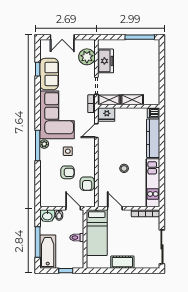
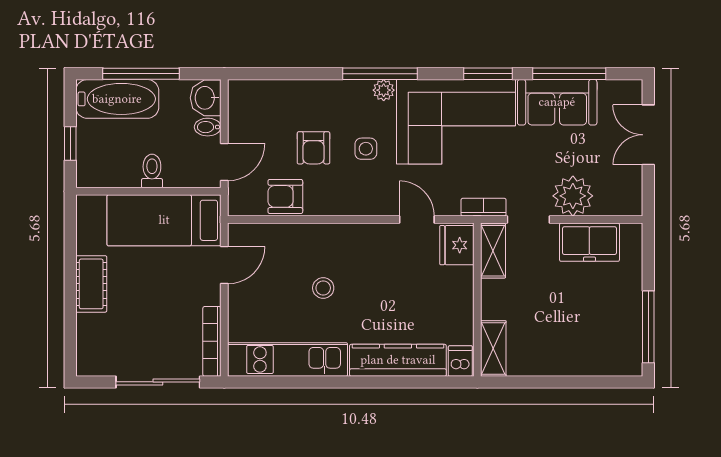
plant: (87, 57) -> (573, 196), moved
window: (38, 69) -> (569, 74), width x2.17
shelving: (132, 100) -> (493, 348), moved
window: (38, 102) -> (488, 74), added
sliding door: (162, 247) -> (158, 382), moved

